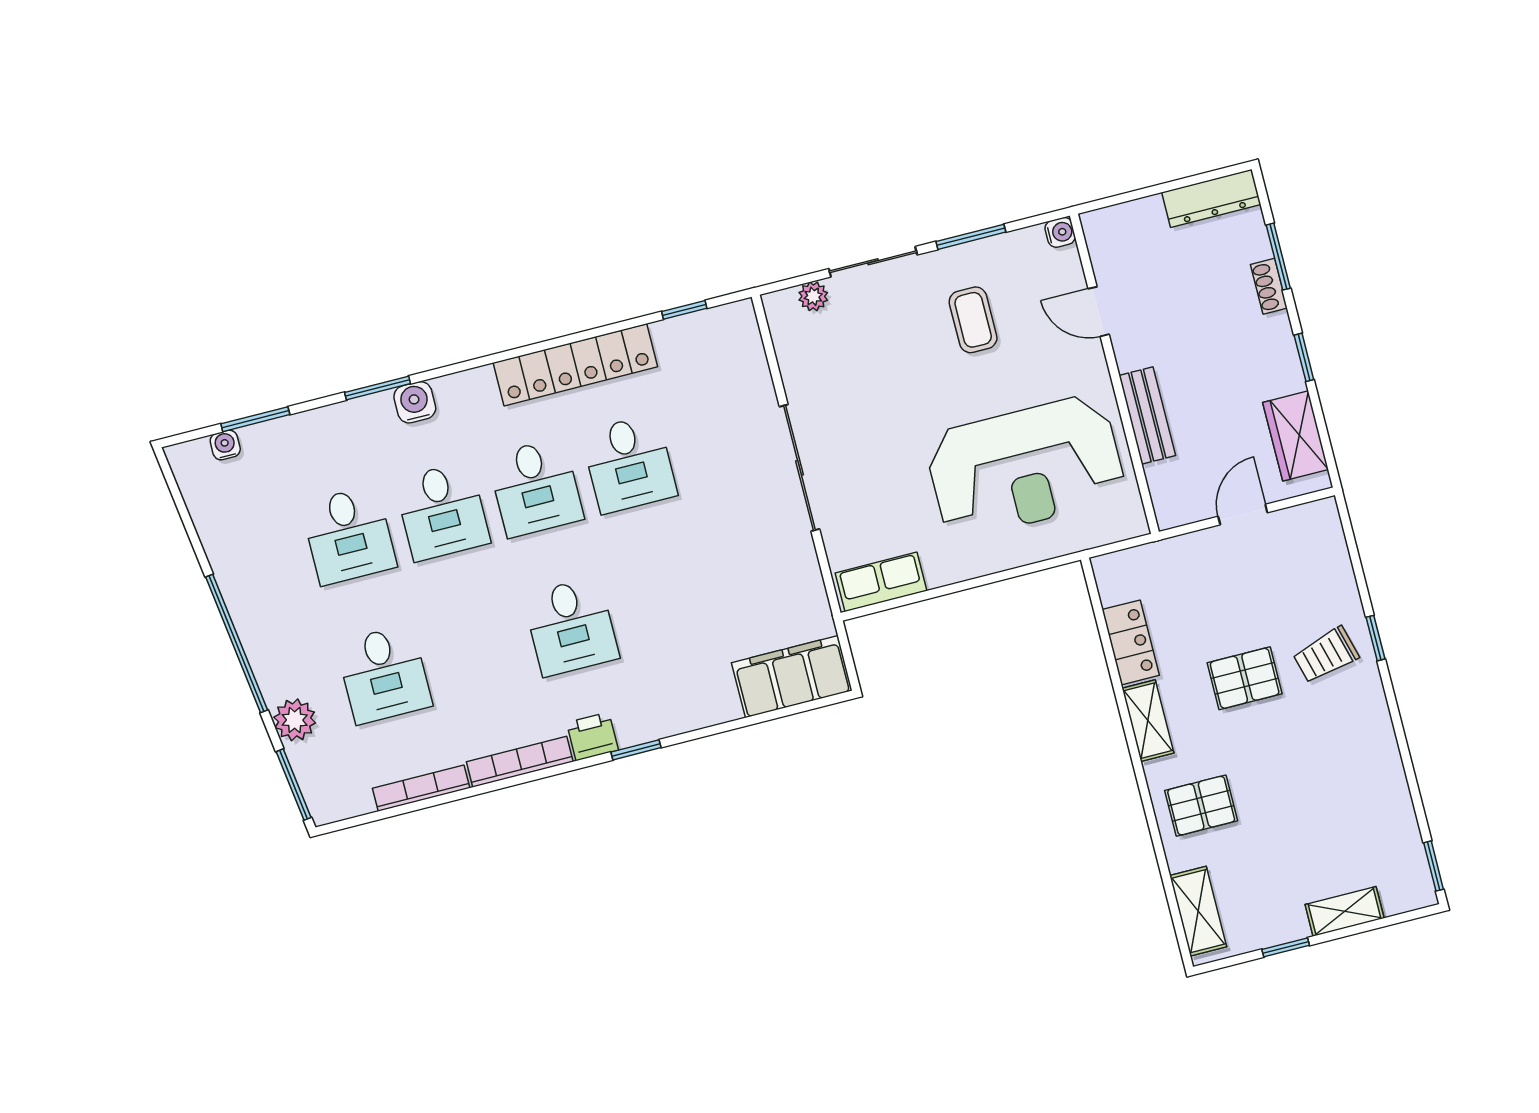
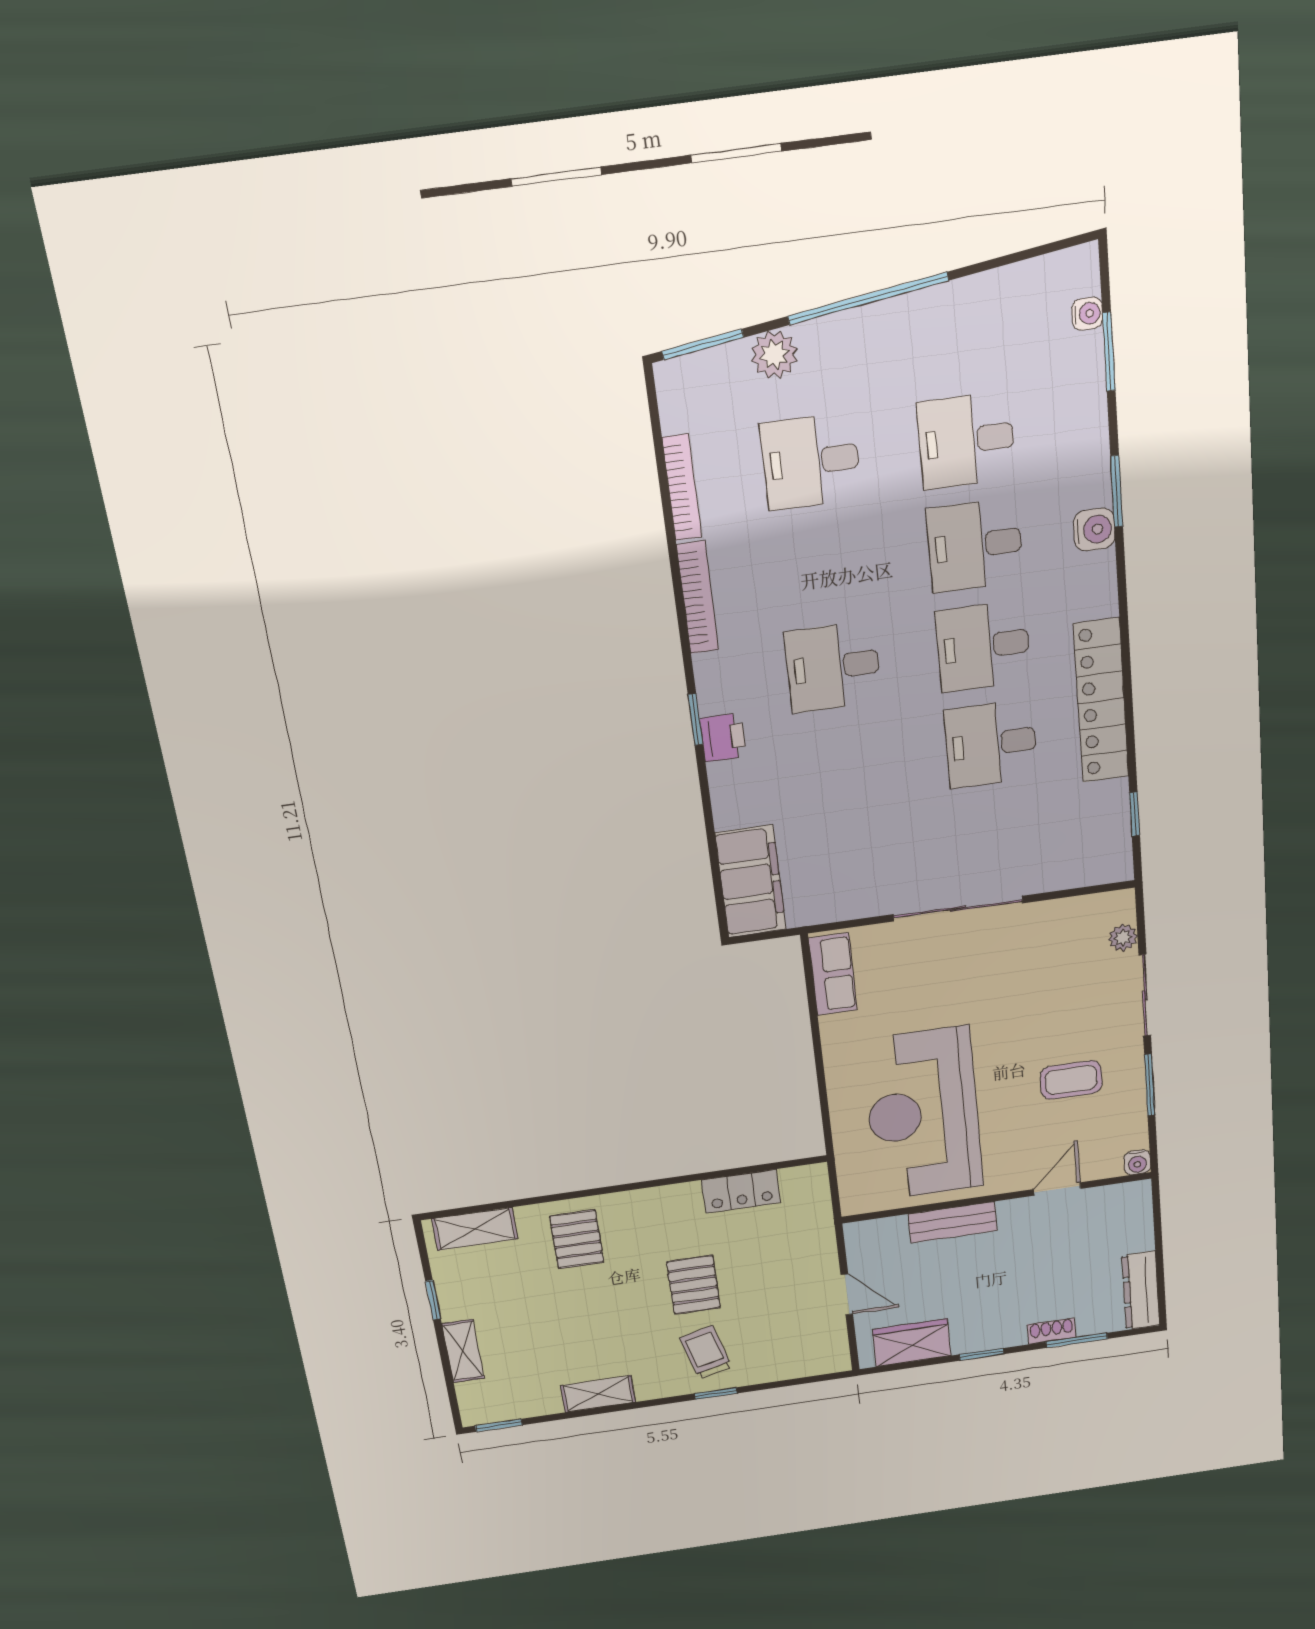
shelving: (1148, 721) -> (598, 1394), moved
printer: (592, 736) -> (723, 737), moved

